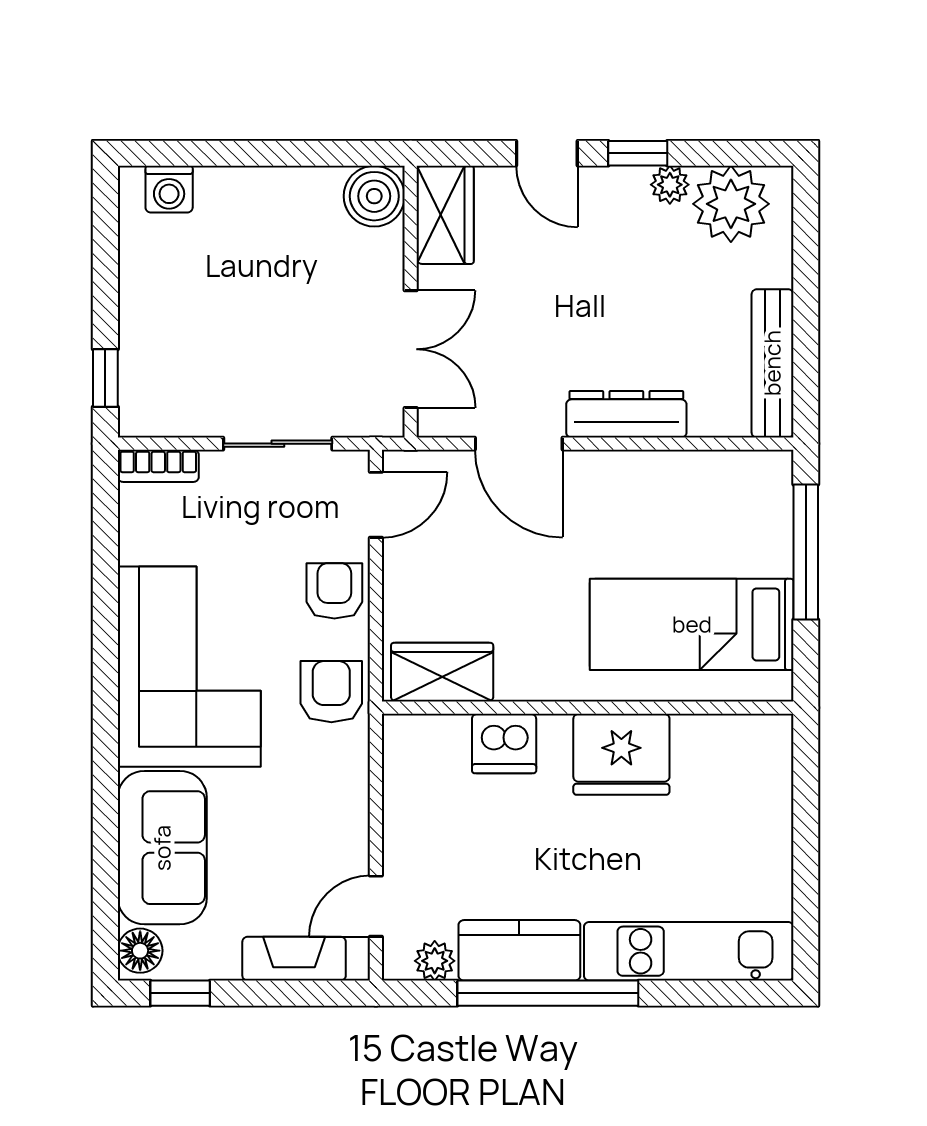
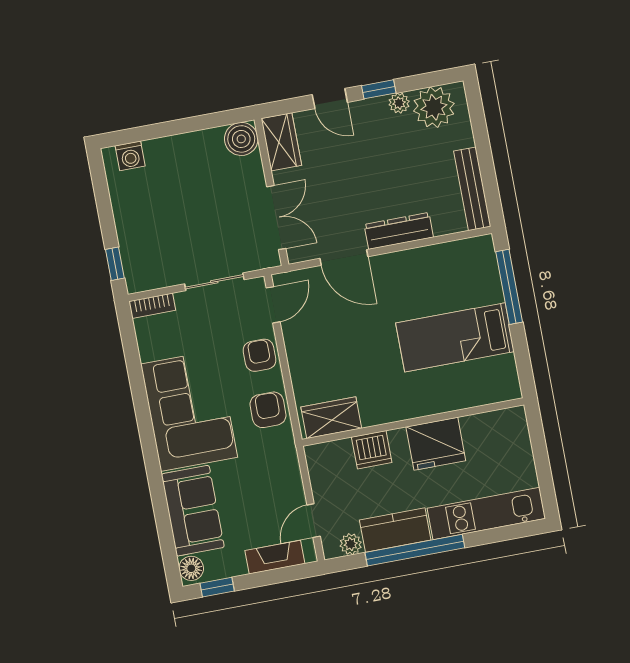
wardrobe: (442, 672) -> (331, 418), moved
wall: (588, 708) -> (413, 422), moved
dishwasher: (504, 744) -> (372, 450), moved
fridge: (621, 754) -> (436, 444), moved

